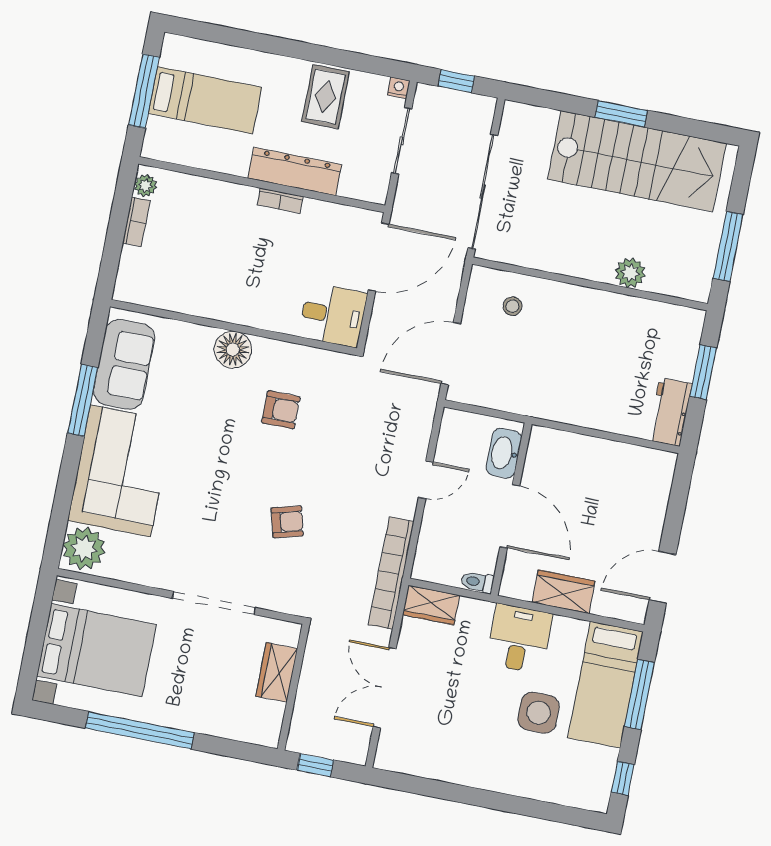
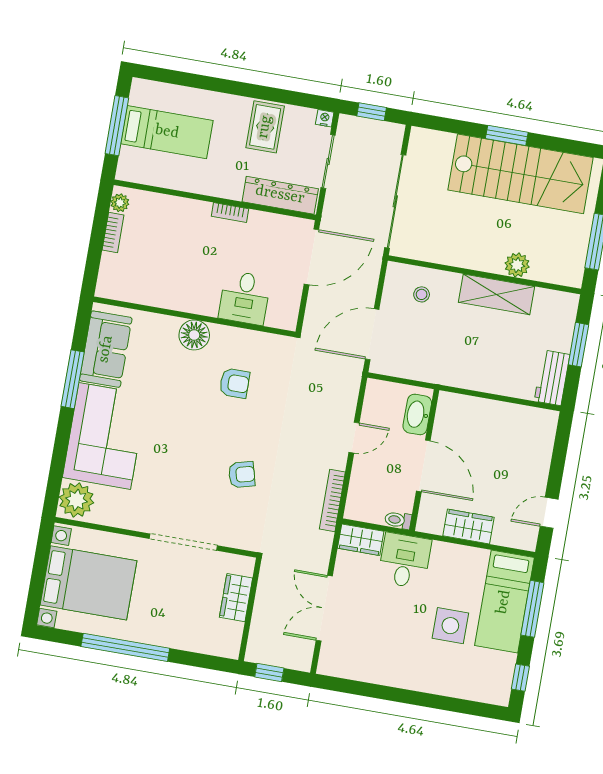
dresser: (295, 171) -> (280, 195), moved
shelving: (604, 308) -> (496, 294), added
desk: (333, 315) -> (245, 298), moved, turned 90
bookcase: (391, 573) -> (332, 500), width x0.68, depth x0.76
door: (663, 577) -> (549, 513), width x0.73
desk: (519, 639) -> (405, 561), moved

